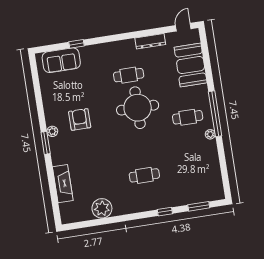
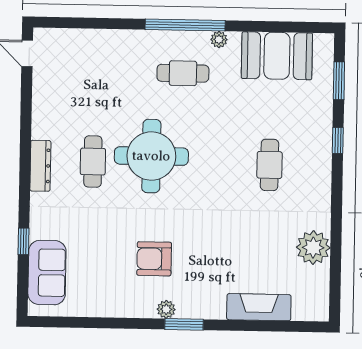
dresser: (150, 41) -> (40, 166), moved
booth: (191, 65) -> (277, 56), moved
cafe table: (188, 117) -> (183, 73), turned 90

